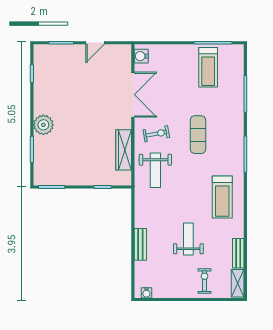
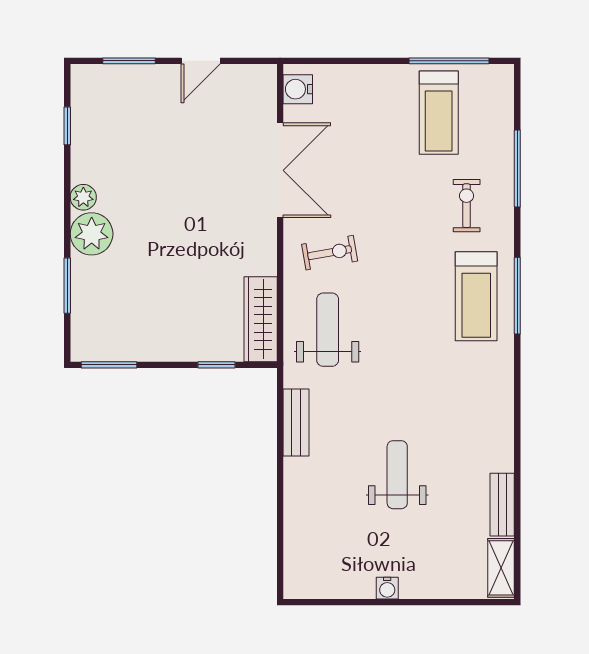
plant: (39, 107) -> (83, 197), added
exercise mat: (198, 135) -> (417, 255), removed
wardrobe: (124, 150) -> (261, 319), moved
weight bench: (155, 170) -> (328, 330), turned 180
treadmill: (222, 197) -> (476, 296), moved
bench: (140, 244) -> (296, 423), moved
exercise bike: (205, 281) -> (467, 206), moved
water cooler: (146, 293) -> (387, 588), moved

